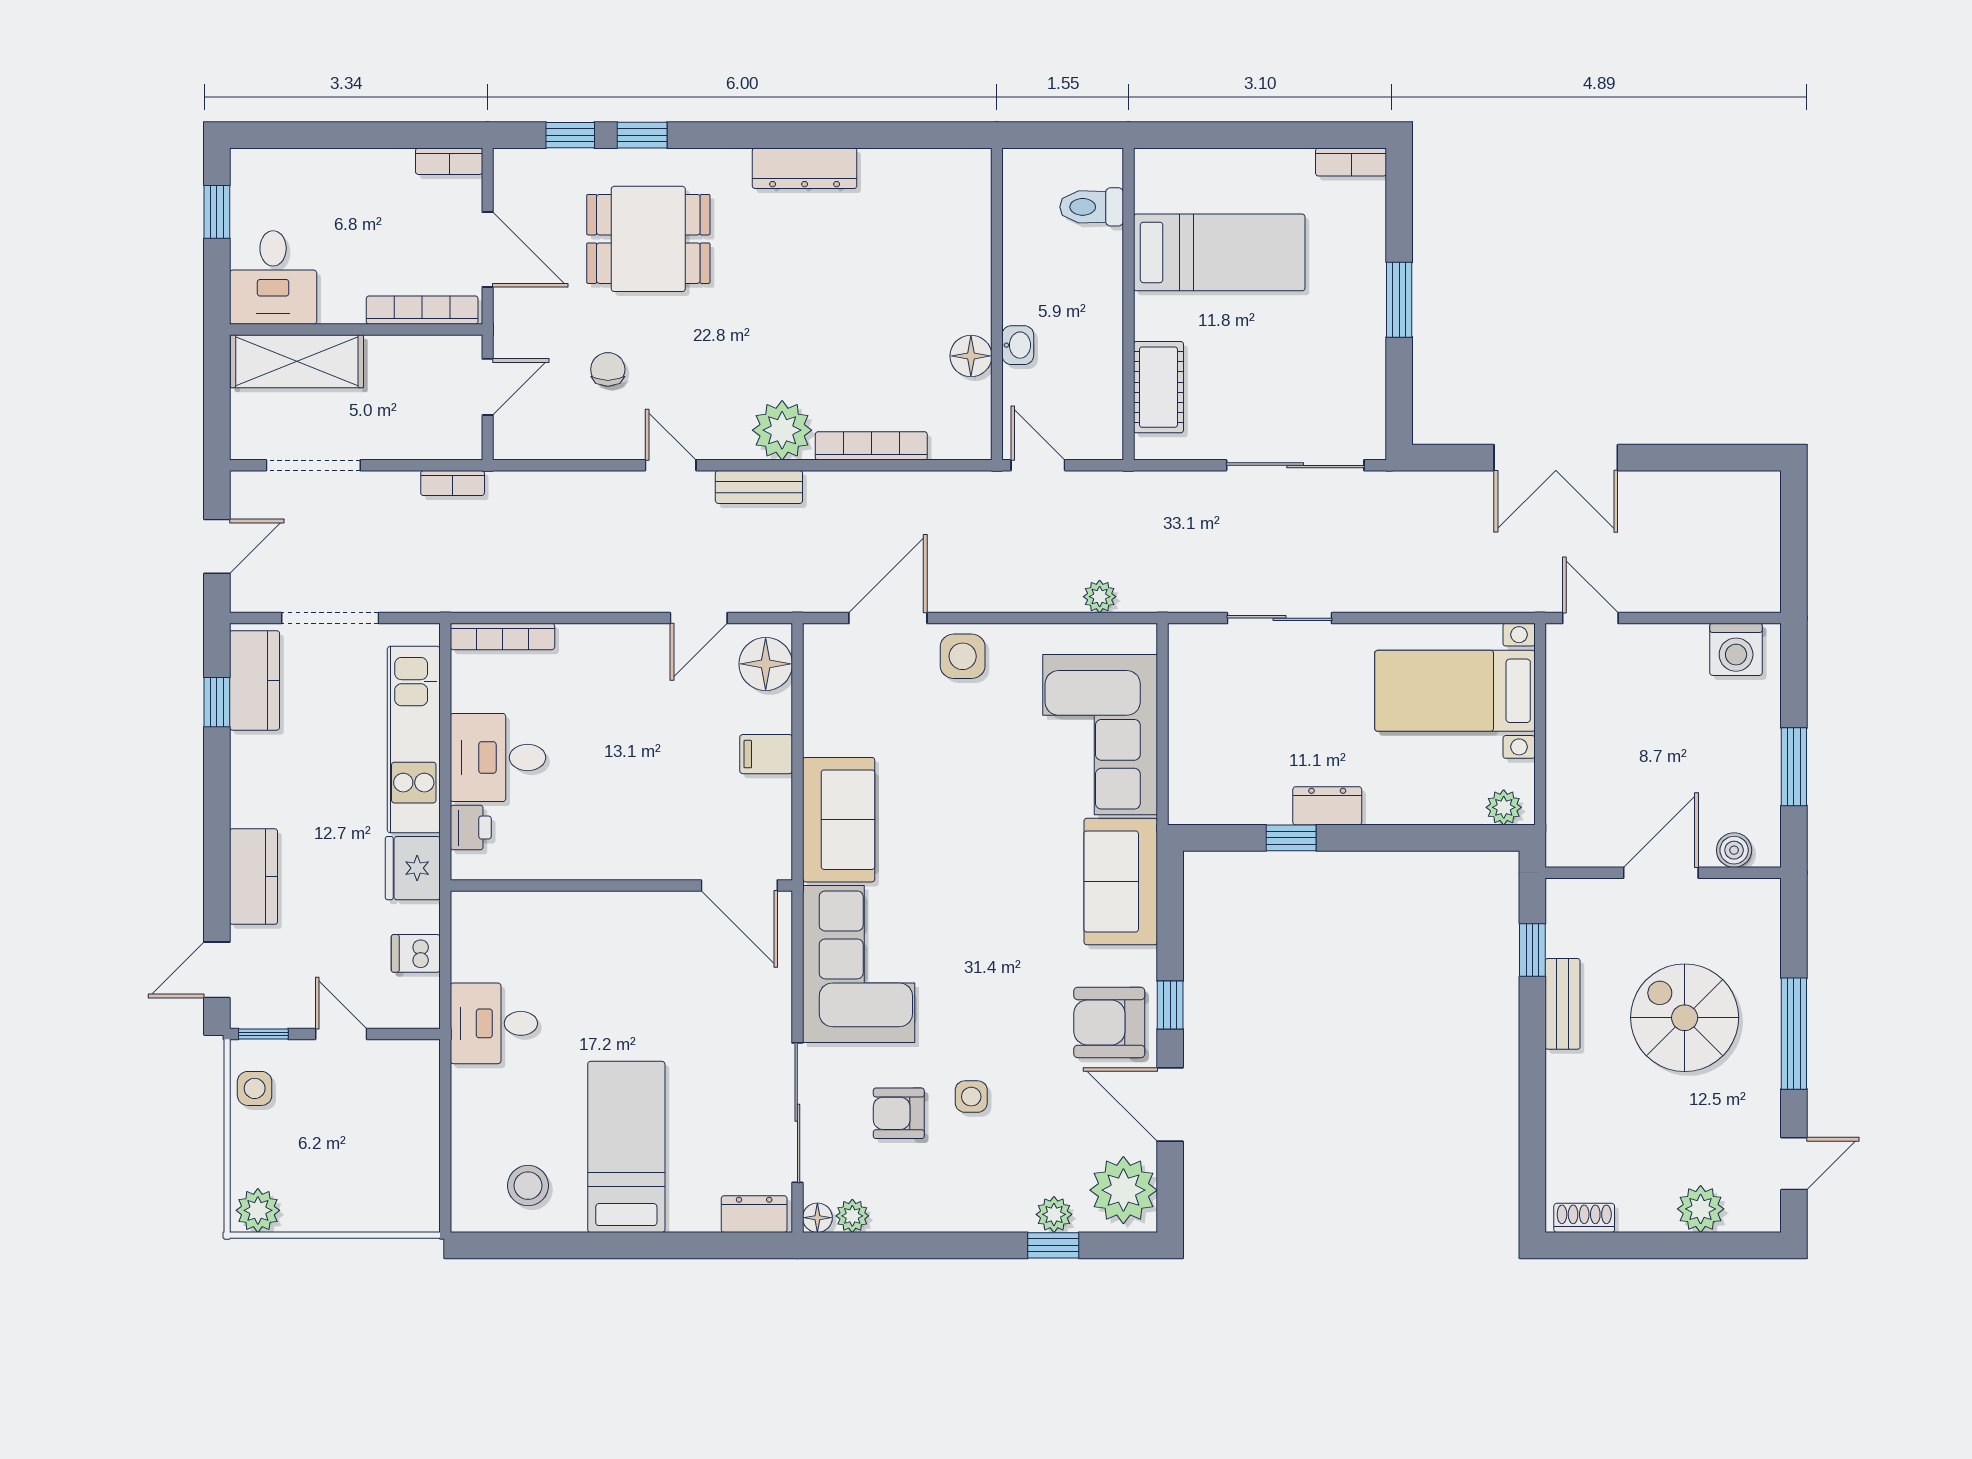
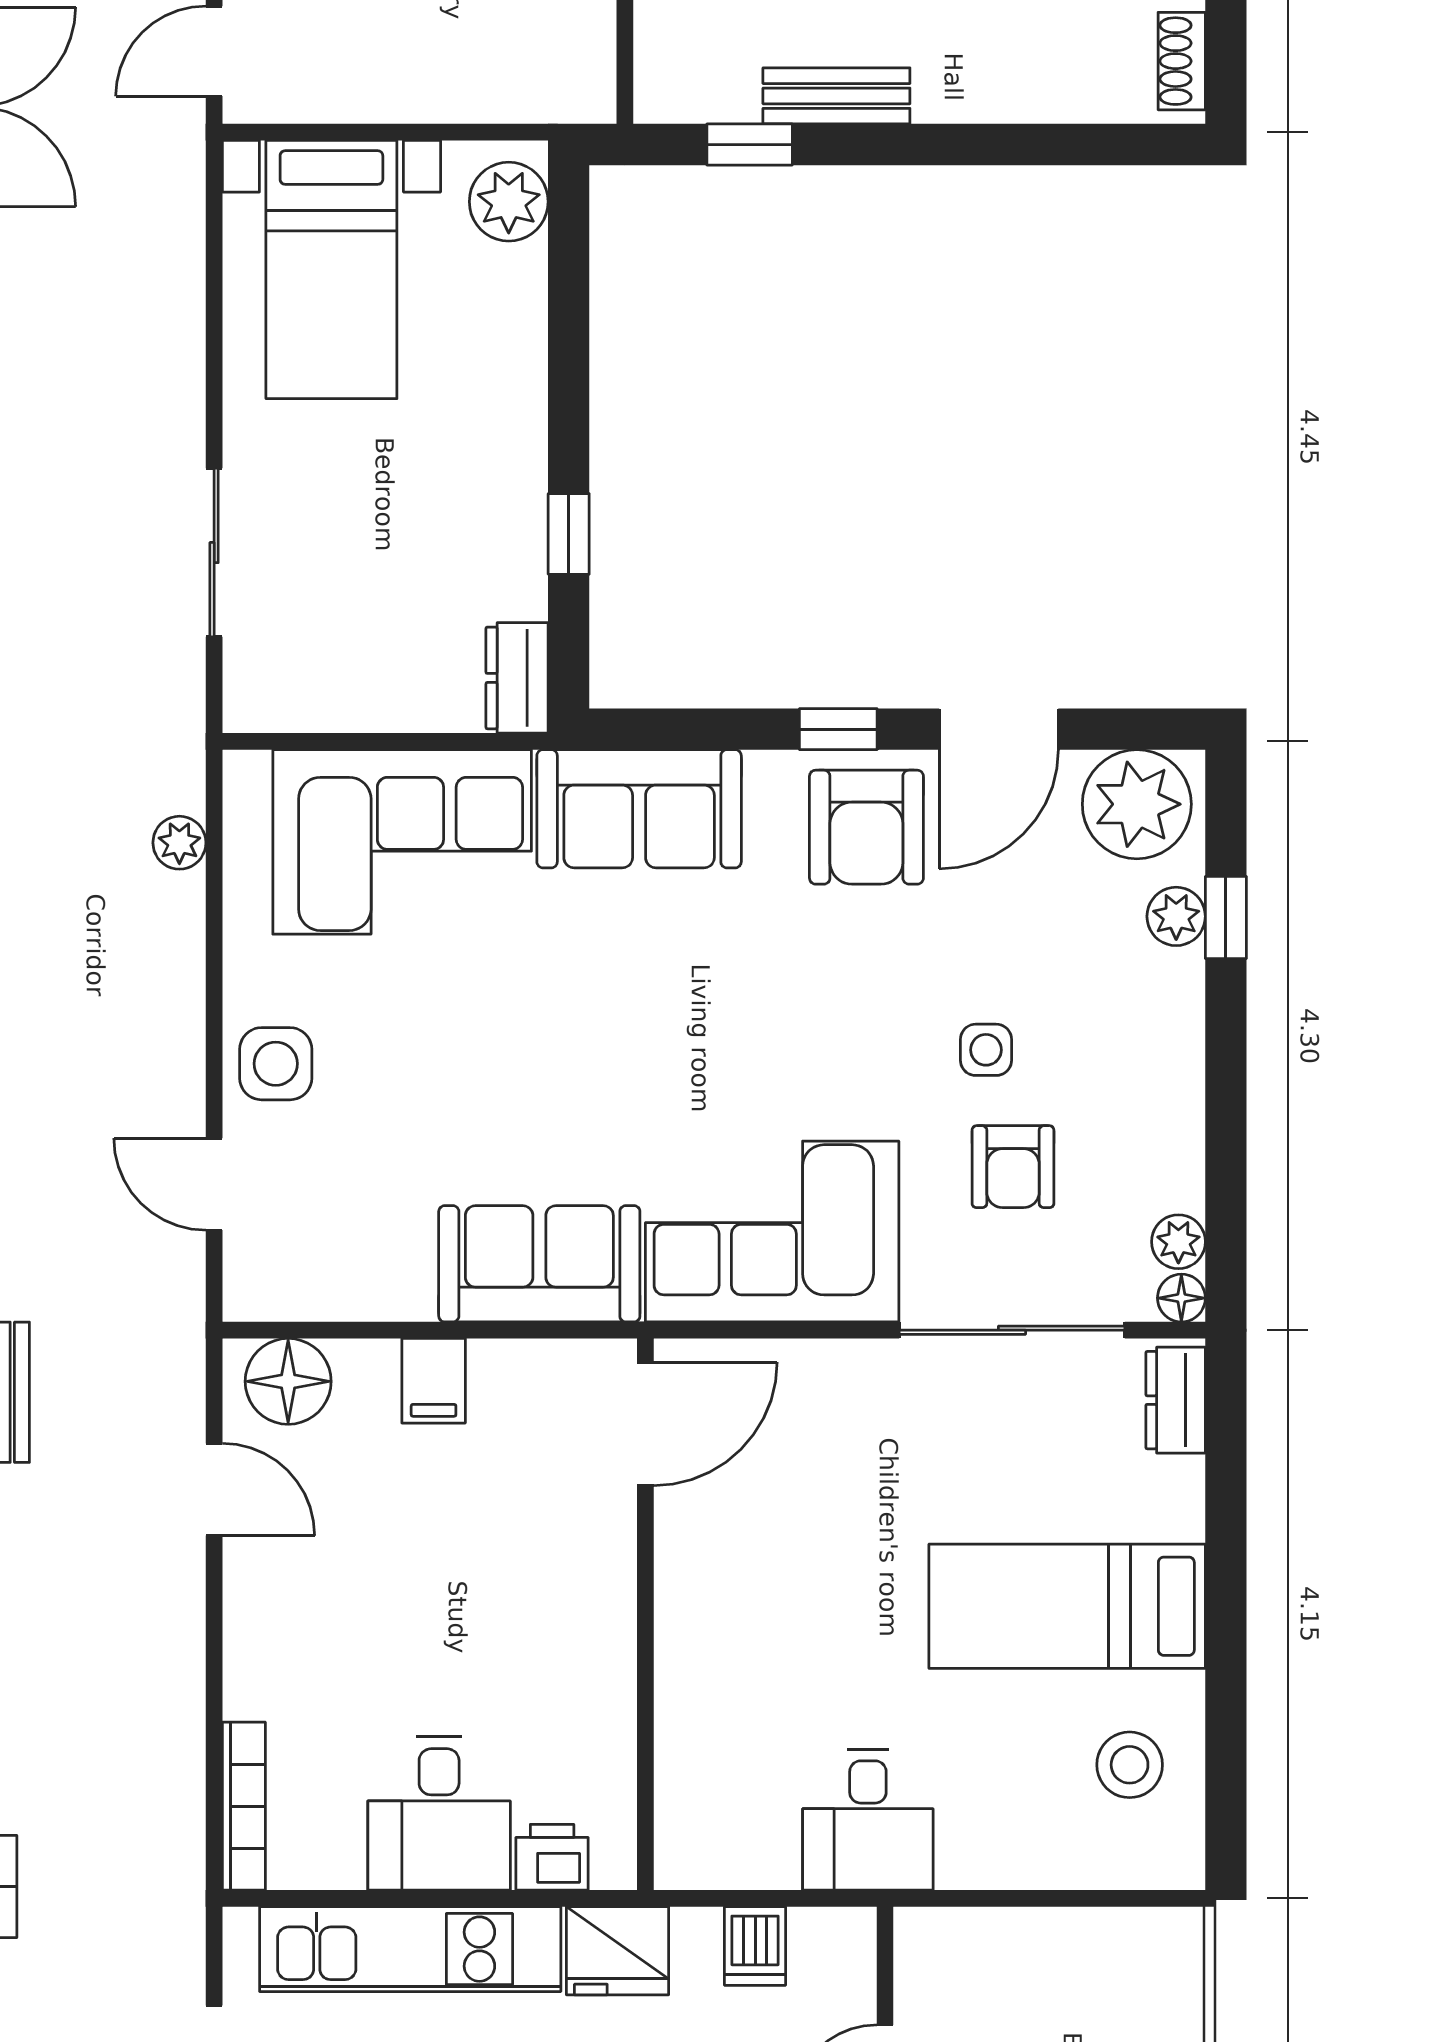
door: (888, 618) -> (214, 1184), width x0.73
dresser: (1327, 806) -> (517, 678), moved
plant: (1504, 807) -> (509, 202), width x1.38, depth x1.38

